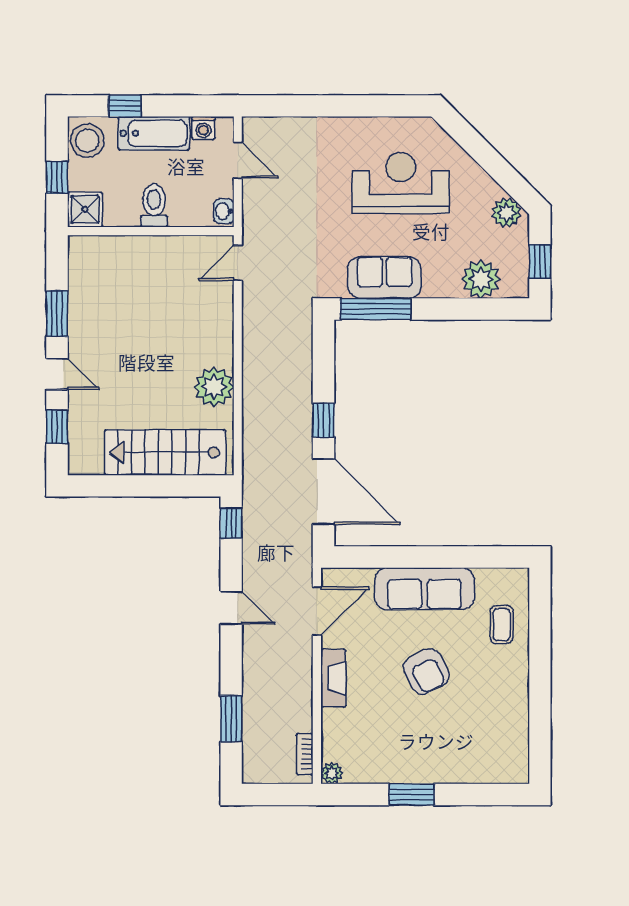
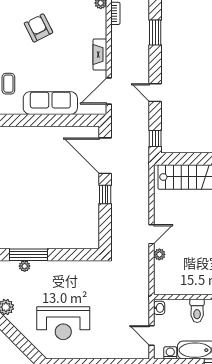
door: (238, 263) -> (152, 234), moved
sofa: (384, 277) -> (72, 272), removed
plant: (481, 279) -> (25, 266), width x0.53, depth x0.53
window: (376, 309) -> (28, 255), moved
plant: (214, 387) -> (159, 254), moved, width x0.53, depth x0.53
armchair: (426, 671) -> (39, 28), moved

